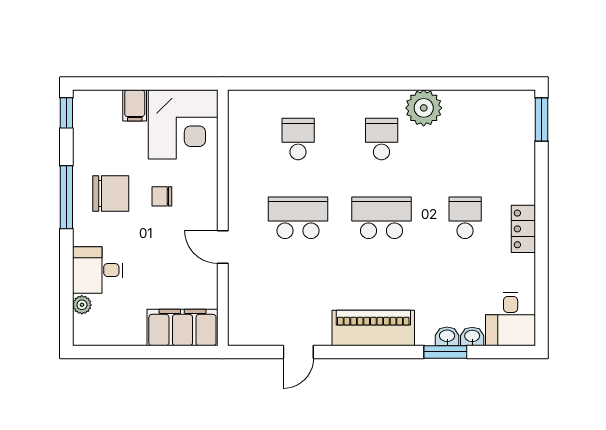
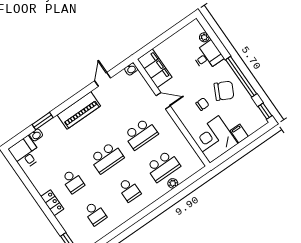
plant: (424, 108) -> (173, 183), moved, width x0.53, depth x0.53
school desk: (298, 139) -> (163, 166), width x1.85
school desk: (465, 139) -> (95, 213), added
chair: (111, 194) -> (224, 91), turned -153
window: (66, 197) -> (241, 77), width x1.46
locker: (523, 229) -> (52, 203), moved
filing cabinet: (182, 327) -> (155, 68), moved, turned -90
washbasin: (447, 336) -> (131, 69), moved

